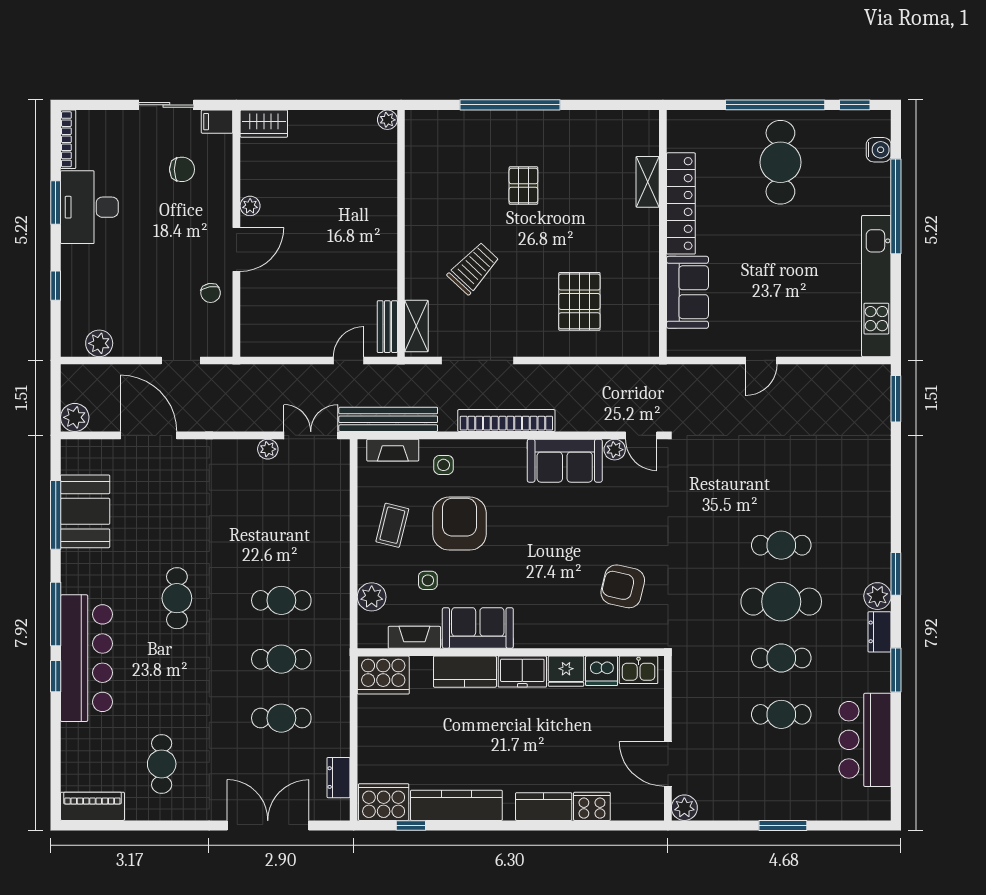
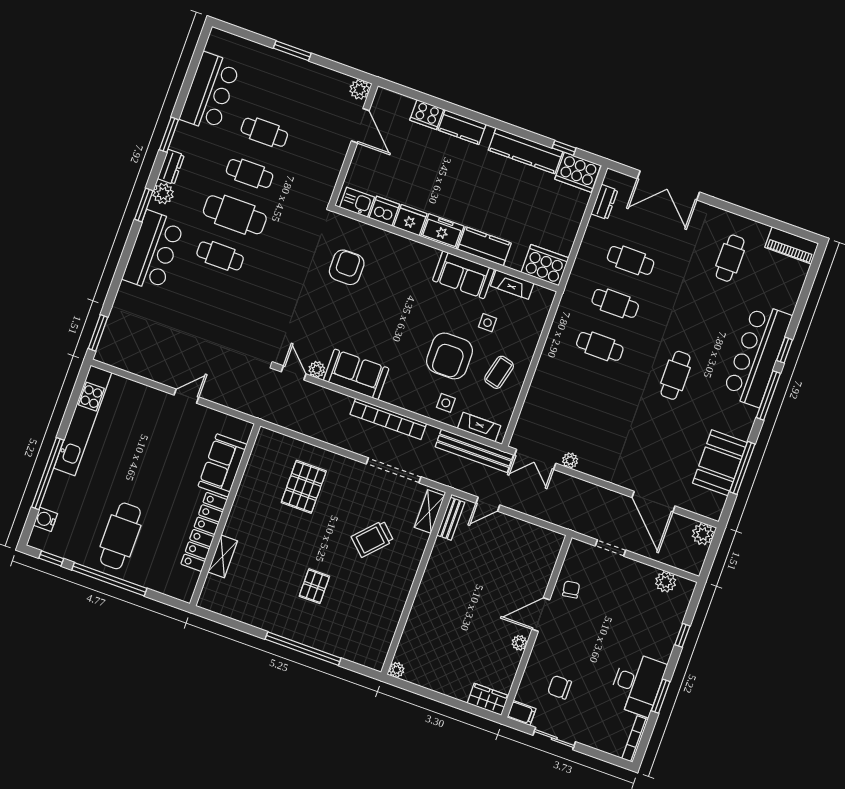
bar counter: (864, 522) -> (153, 251), added
armchair: (623, 586) -> (347, 267), turned -103
plant: (372, 597) -> (533, 325), removed

